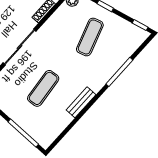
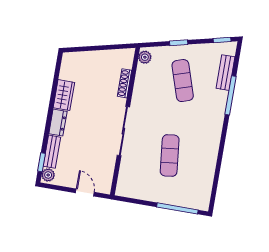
bench: (81, 102) -> (225, 73), moved

